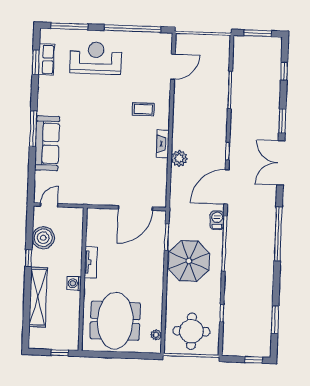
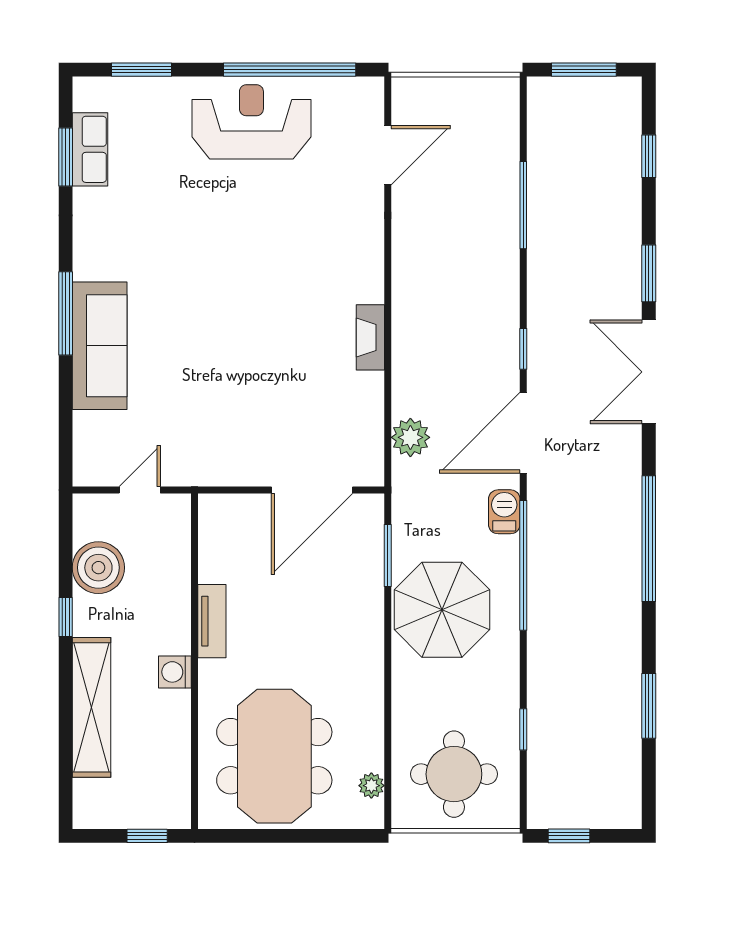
window: (69, 26) -> (141, 70), width x0.69
reception desk: (96, 58) -> (251, 122), moved
coffee table: (143, 109) -> (322, 258), removed
plant: (179, 158) -> (410, 437), moved
door: (49, 205) -> (140, 490), moved
window: (275, 320) -> (649, 706), moved
window: (254, 360) -> (569, 836), moved

